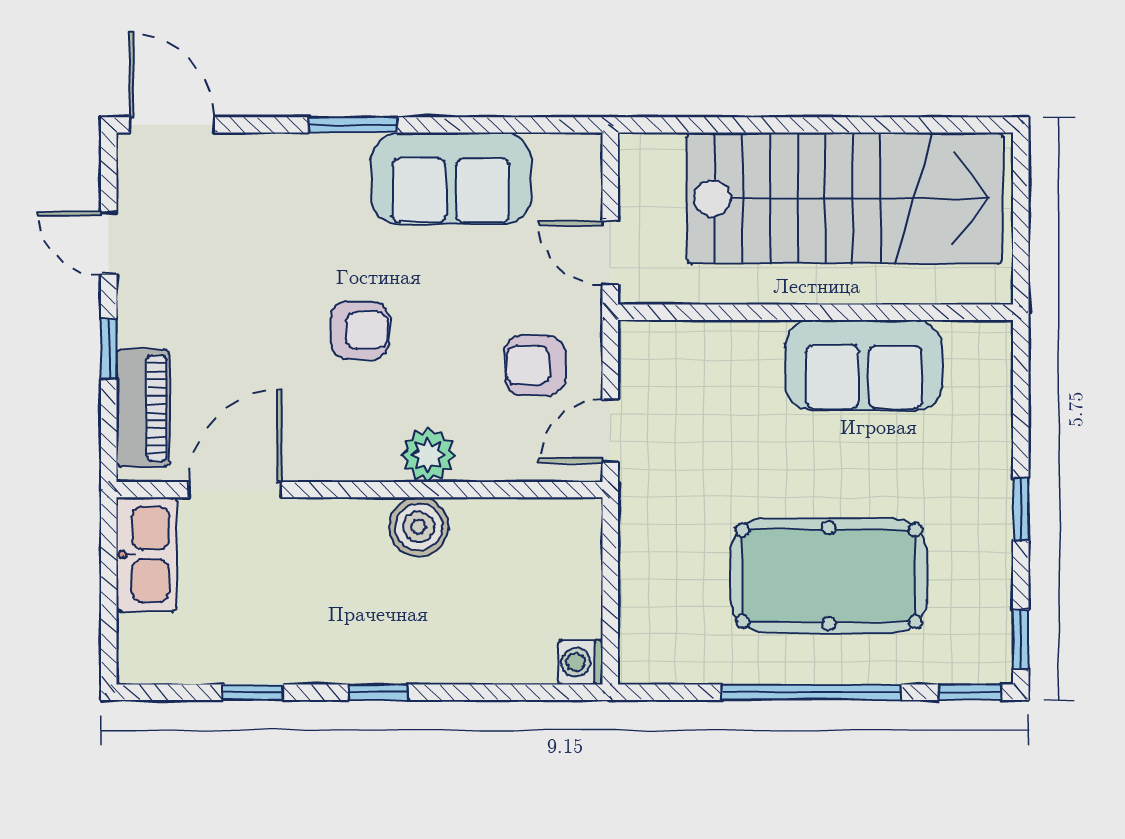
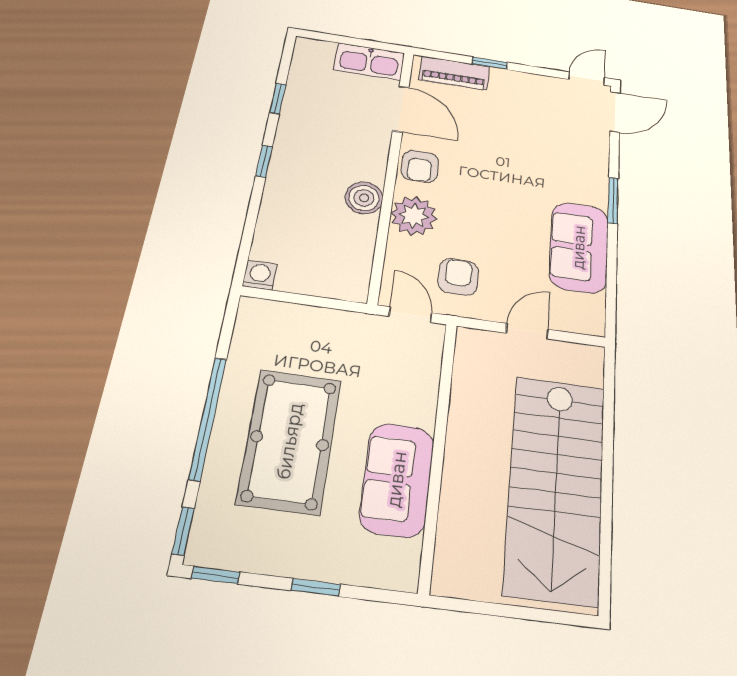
door: (109, 243) -> (587, 79), moved
wall: (815, 312) -> (438, 451), moved
armchair: (360, 330) -> (420, 166), moved
sofa: (864, 365) -> (397, 479), moved
plant: (428, 455) -> (414, 216), width x1.36, depth x1.36

